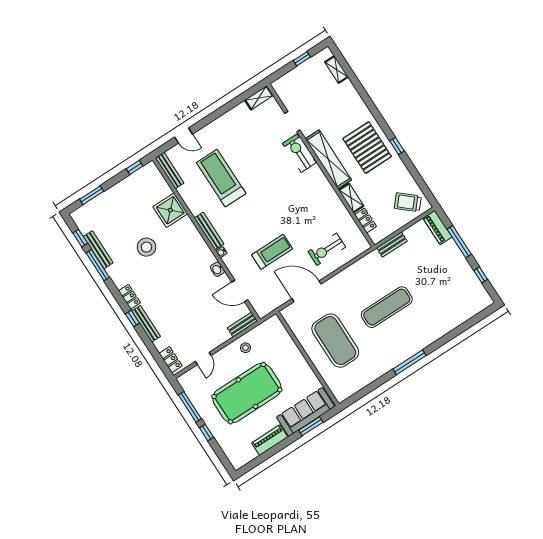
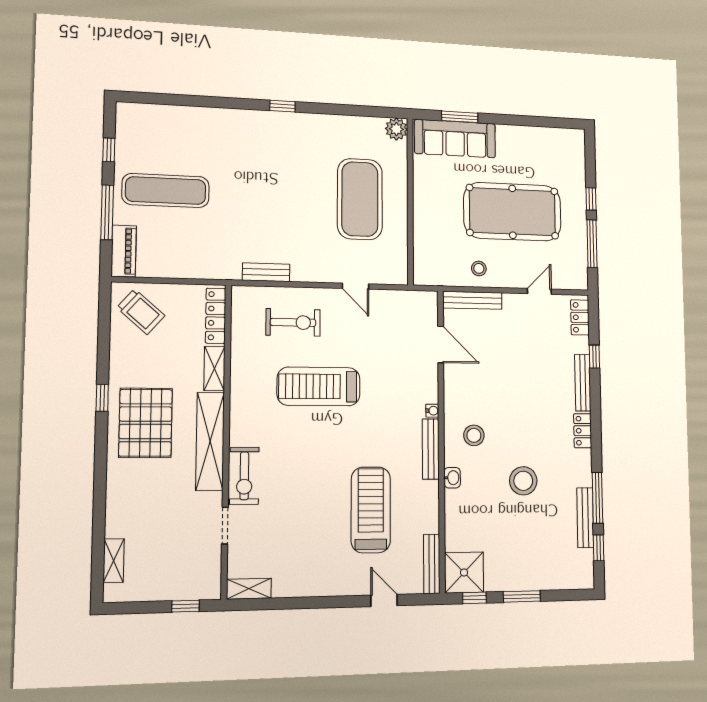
window: (302, 59) -> (186, 606), moved
treadmill: (221, 178) -> (371, 510), turned 180
window: (92, 195) -> (522, 596), moved
shower: (170, 210) -> (464, 572), moved
locker: (366, 220) -> (216, 316), width x1.53
bench: (392, 245) -> (266, 272), moved
treadmill: (272, 252) -> (319, 386), moved, width x1.37, depth x1.38
stool: (190, 254) -> (474, 435), added
washbasin: (217, 269) -> (452, 478), moved
door: (307, 291) -> (356, 286), width x0.53
exercise mat: (387, 307) -> (166, 191), moved
window: (132, 318) -> (594, 357), moved
bench: (242, 325) -> (472, 300), width x1.36
window: (409, 362) -> (283, 106), width x0.46
plant: (341, 394) -> (396, 129), added
piano: (270, 440) -> (521, 136), removed

